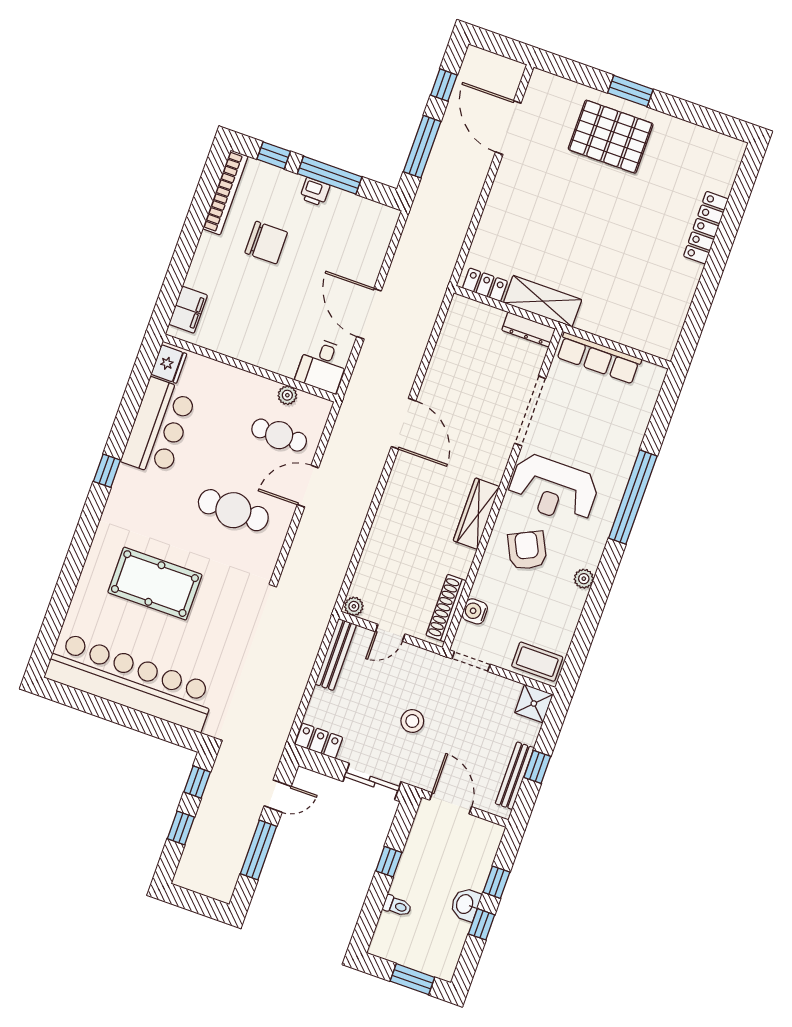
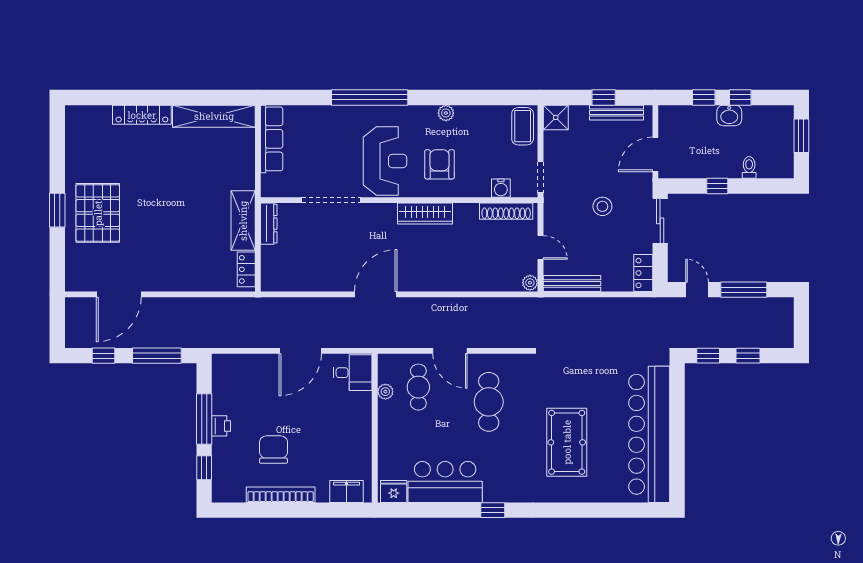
bookcase: (225, 192) -> (281, 495), moved
shelving: (675, 310) -> (214, 116), added
row of seats: (599, 358) -> (272, 139), moved
armchair: (527, 550) -> (439, 164), turned 116

